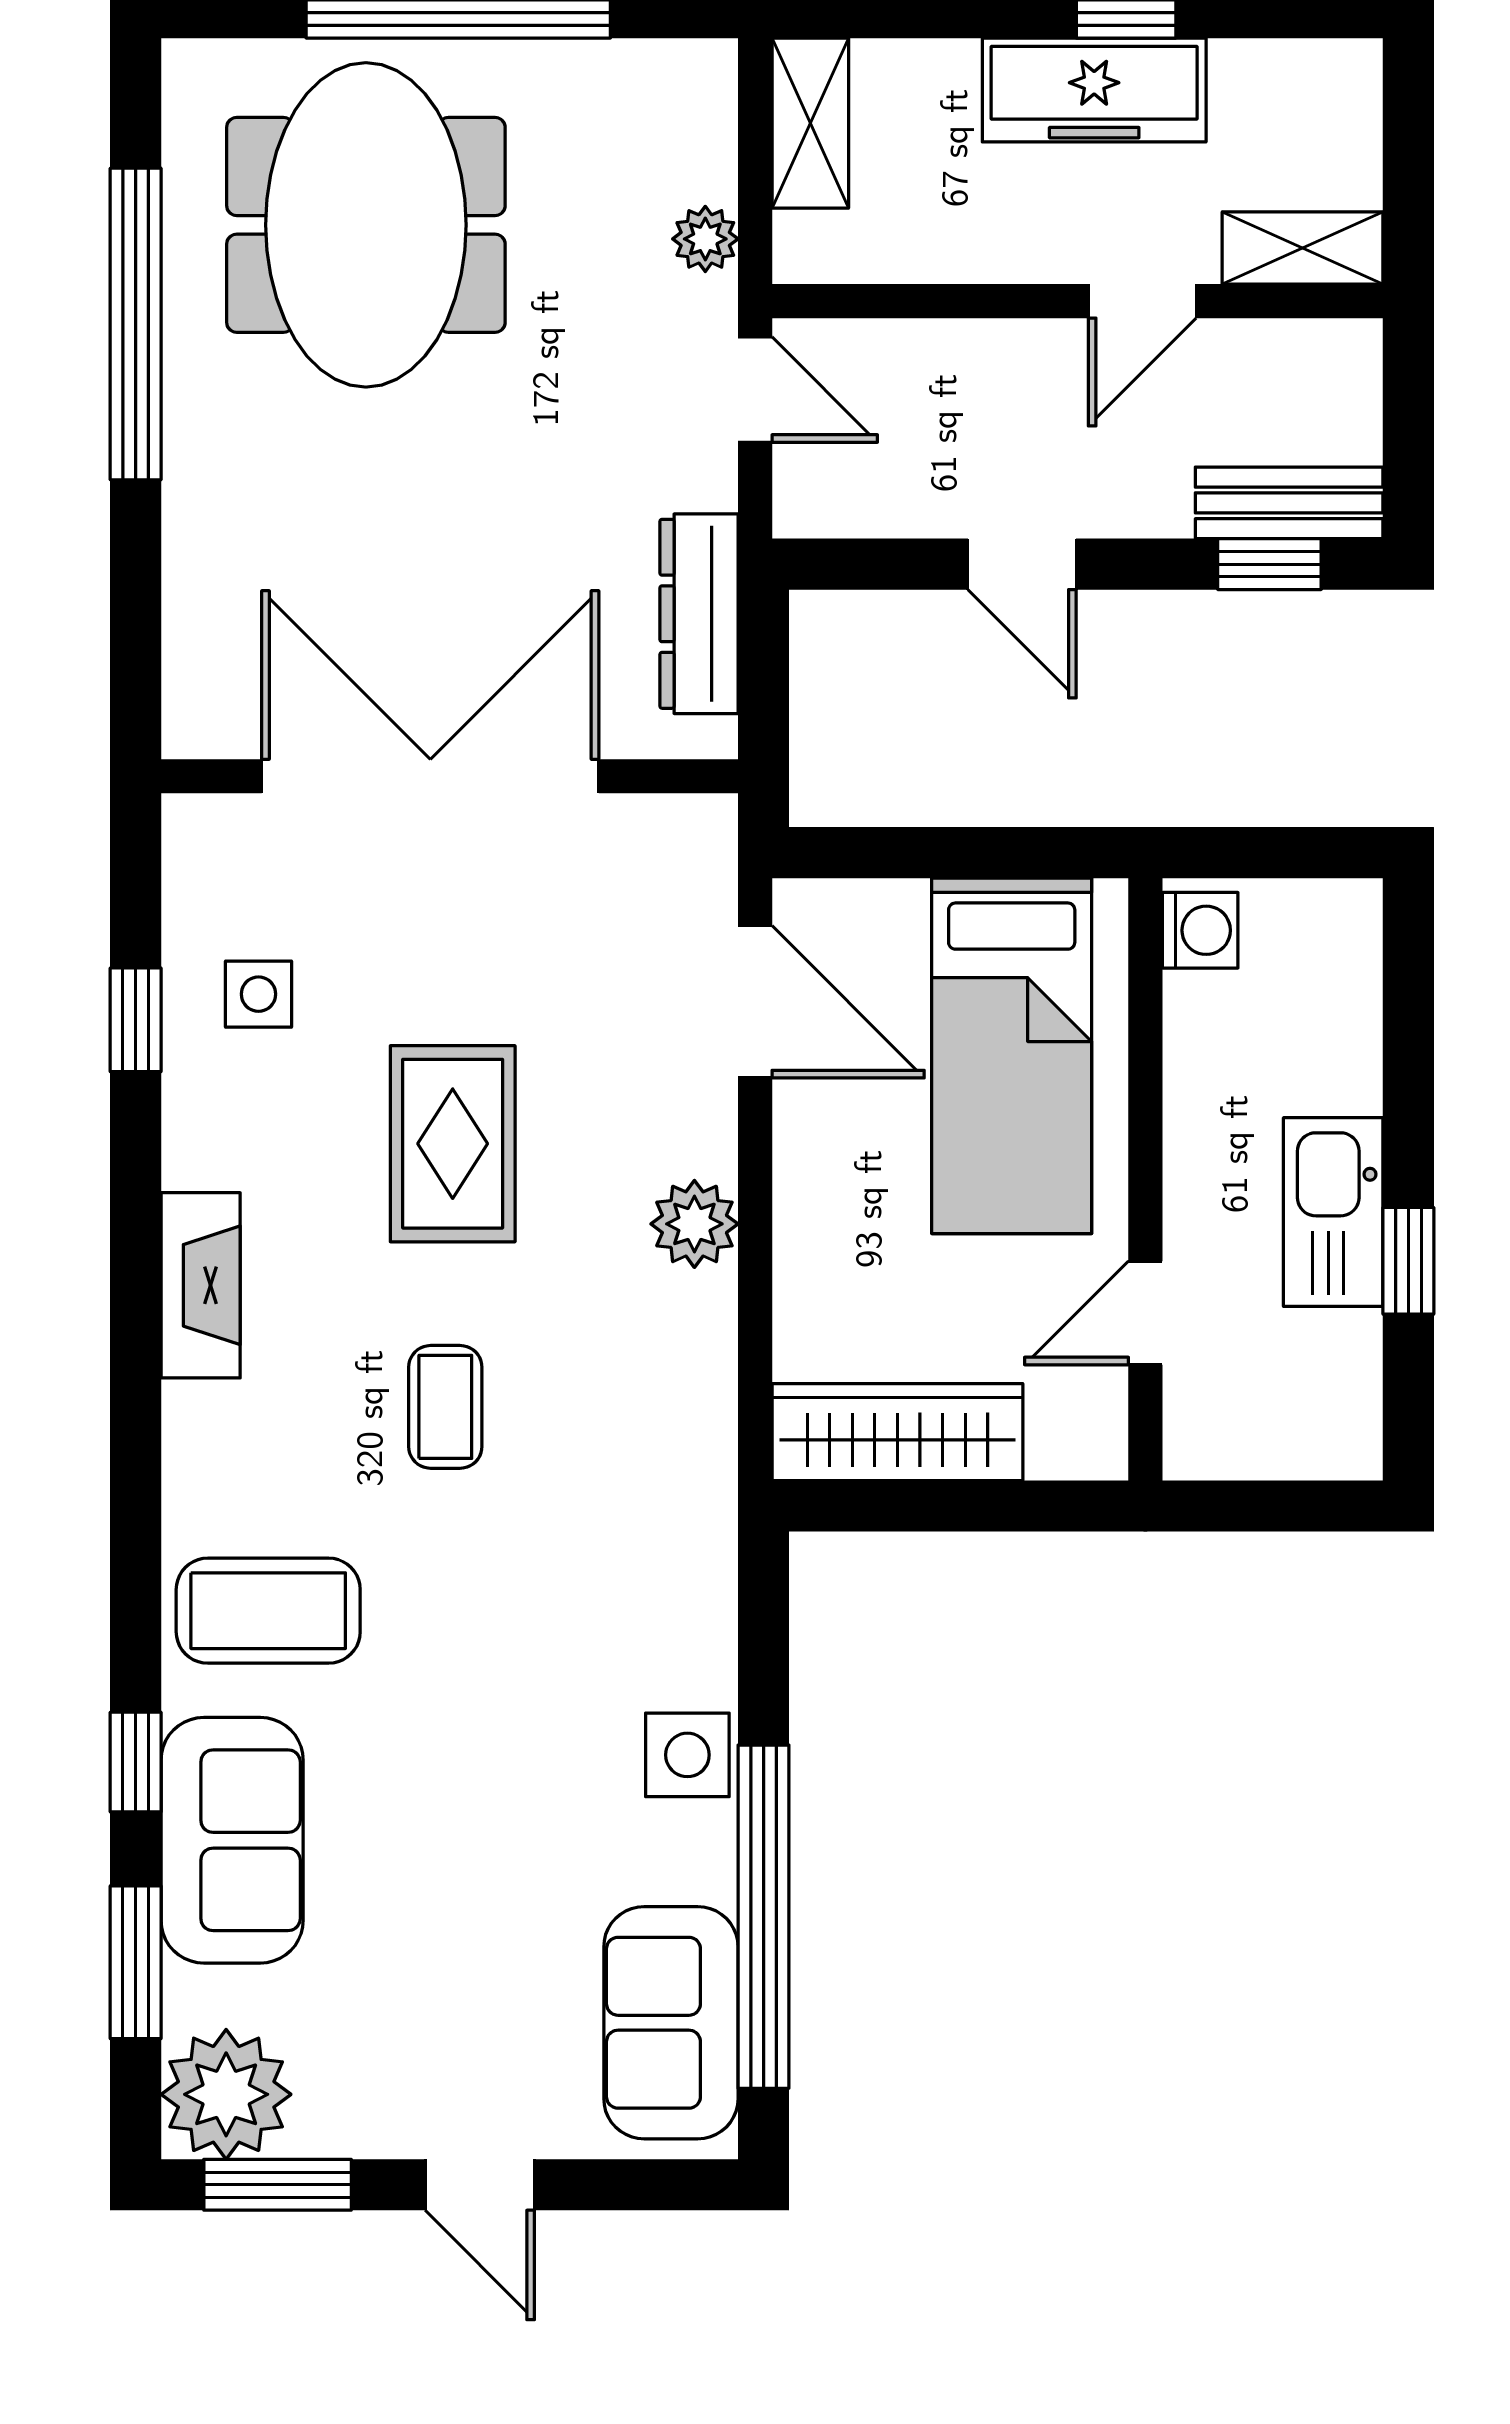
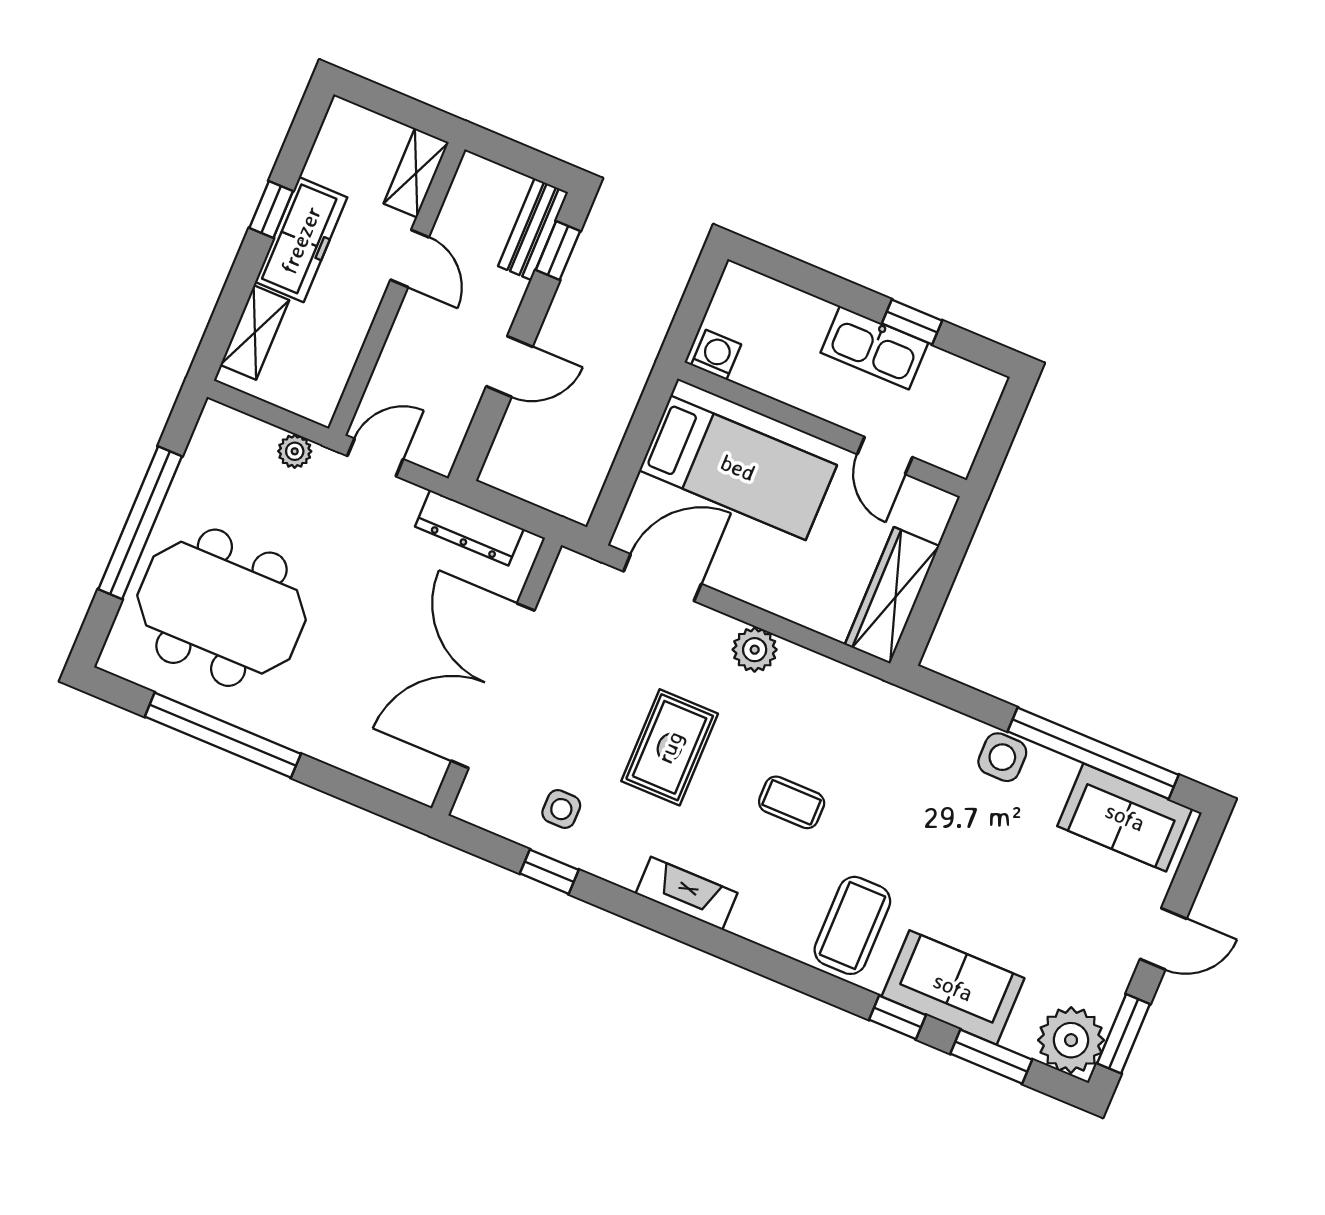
shelving: (810, 123) -> (255, 333), moved, turned 90
rug: (453, 1144) -> (670, 747), turned 90

